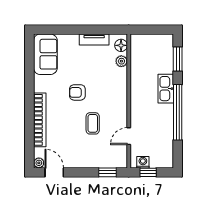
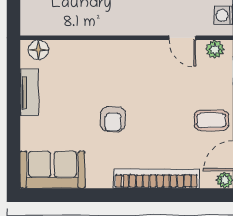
plant: (121, 61) -> (215, 49), moved
coffee table: (93, 123) -> (211, 120), moved

